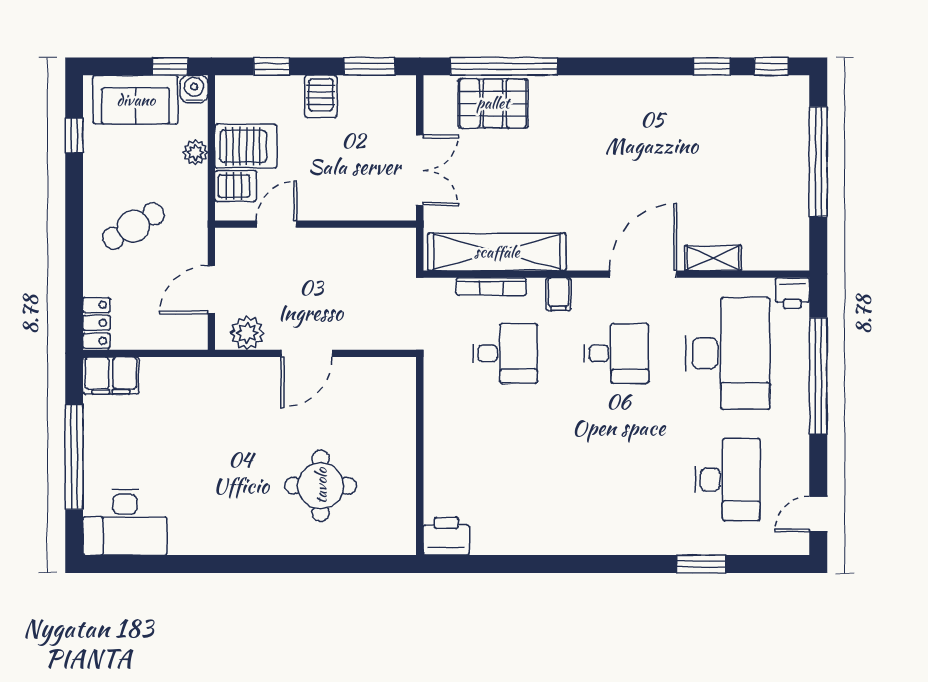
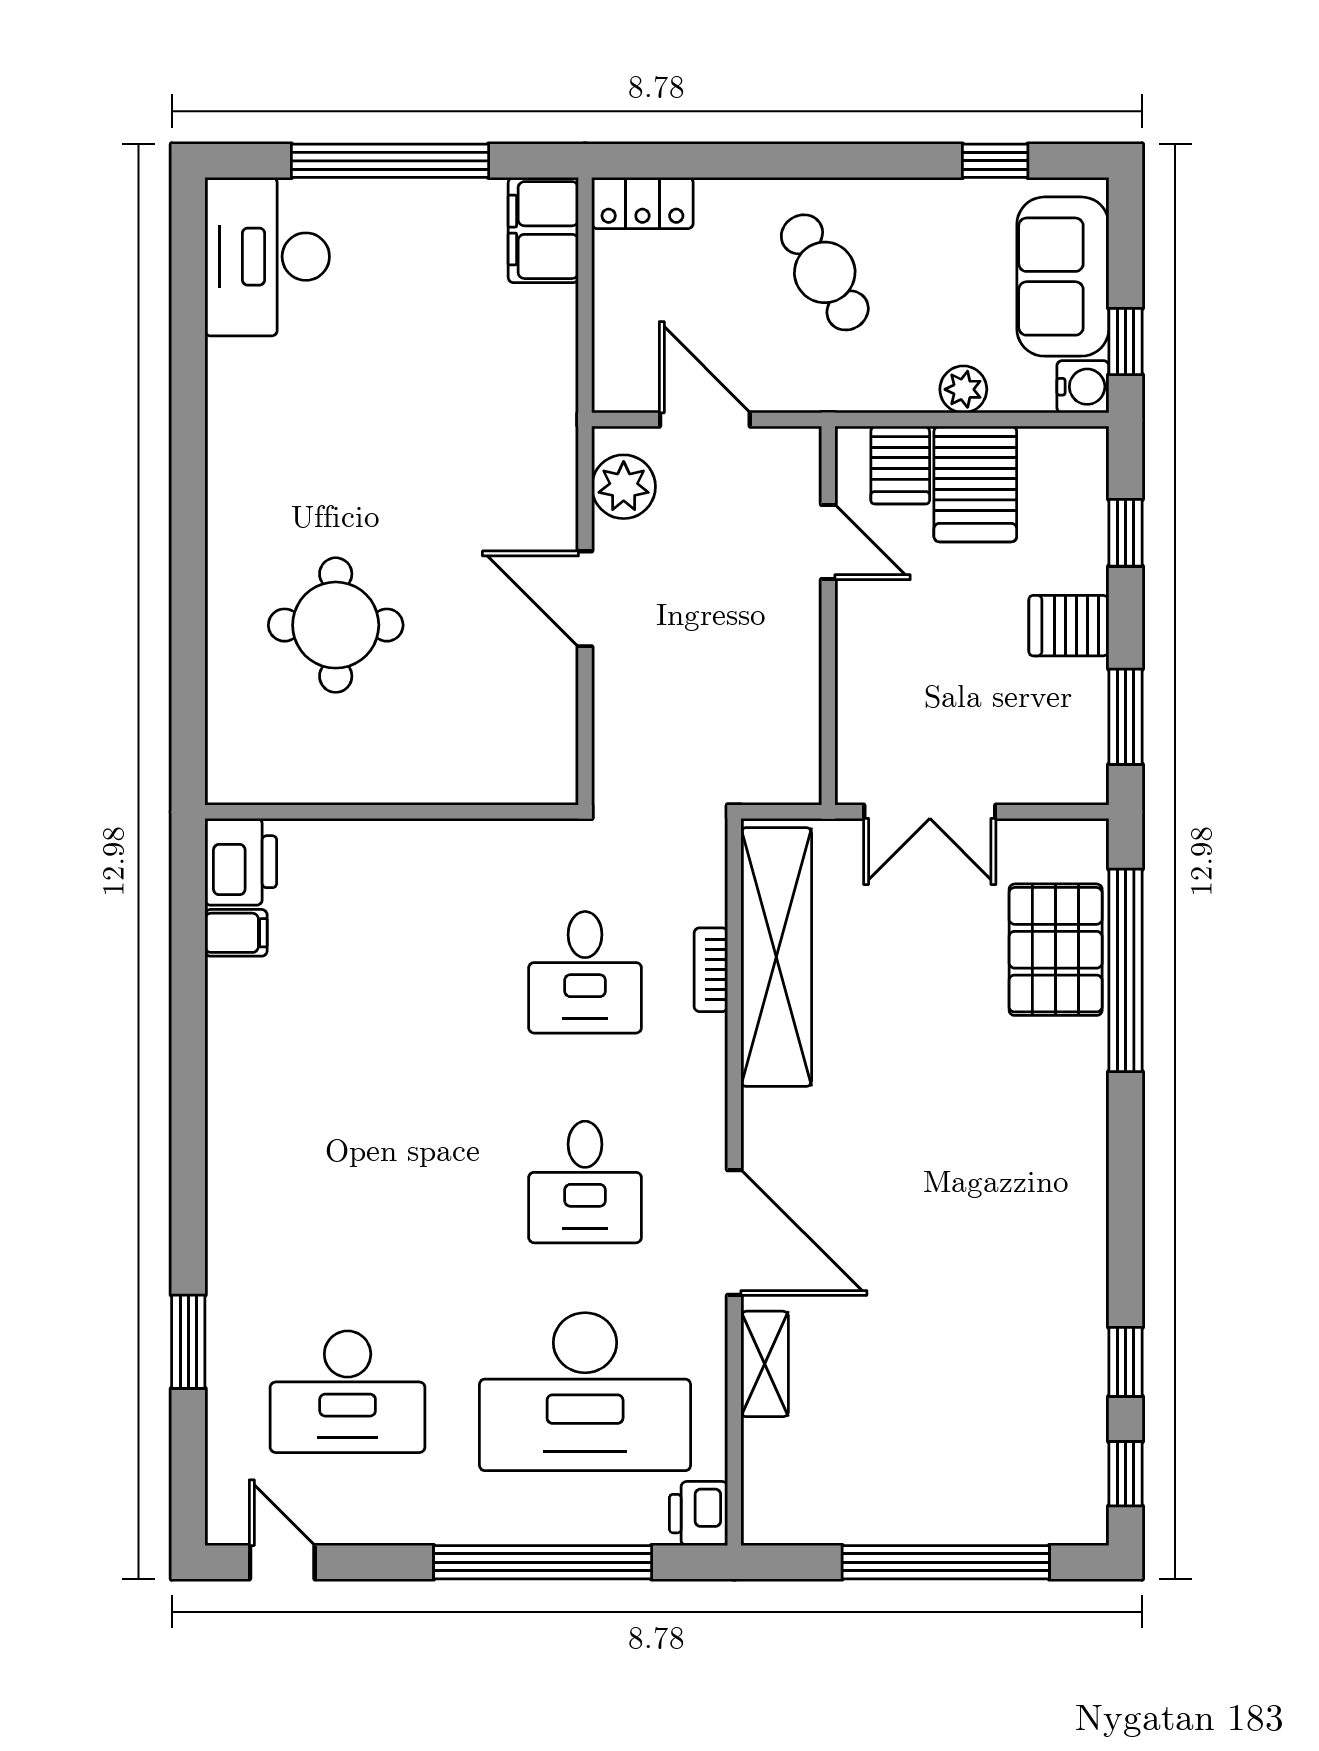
bookcase: (491, 287) -> (711, 970), width x0.64
filing cabinet: (558, 294) -> (236, 933), moved, turned 180

